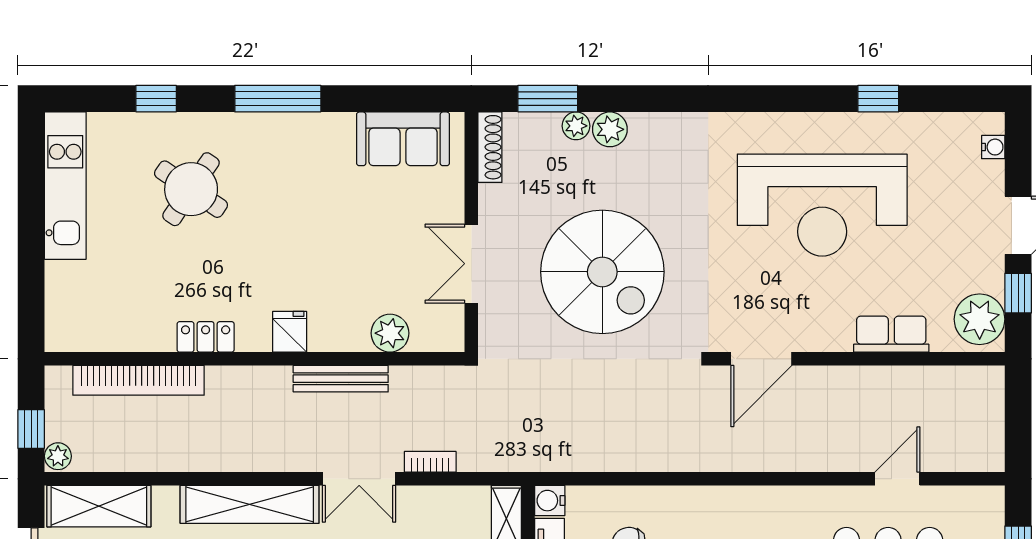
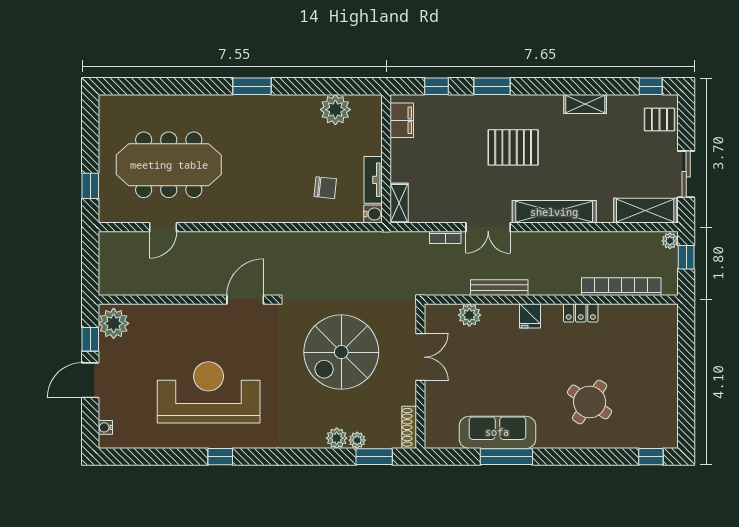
window: (156, 99) -> (651, 457), moved
window: (278, 99) -> (506, 457), moved
window: (878, 99) -> (220, 457), moved
sofa: (403, 139) -> (497, 432), moved, width x1.36
kitchen unit: (65, 186) -> (665, 404), removed
spiral stairs: (602, 272) -> (341, 352), turned -90
row of seats: (891, 334) -> (167, 315), removed
double door: (359, 479) -> (488, 227), swing flipped

